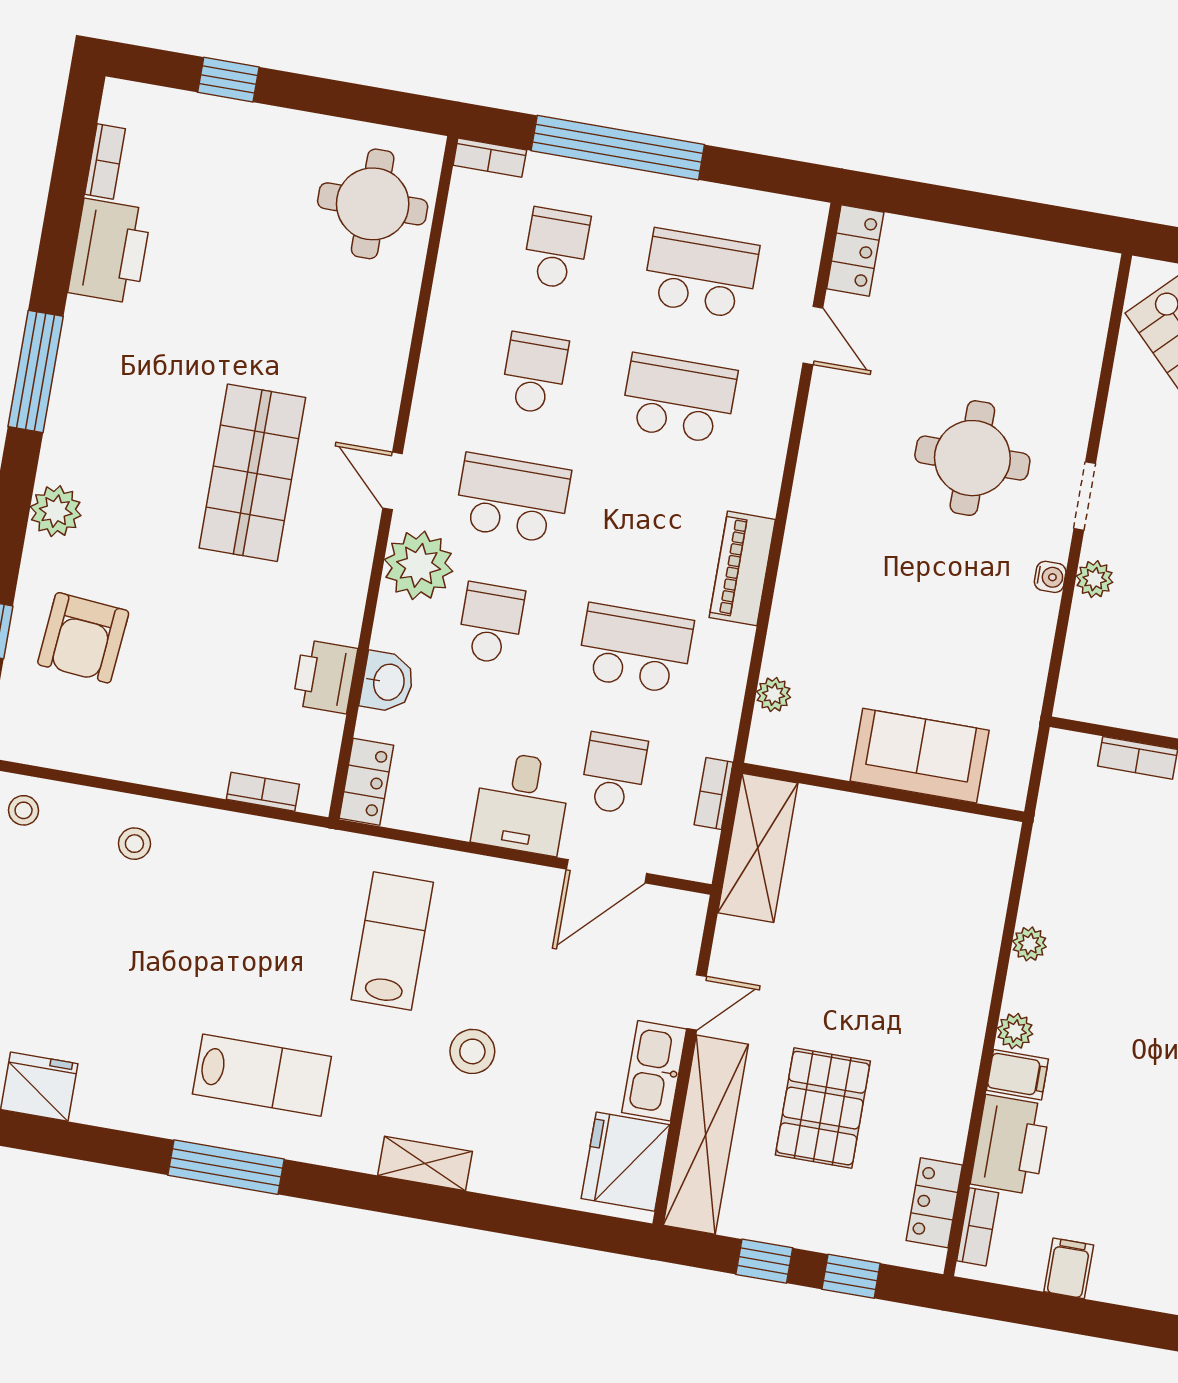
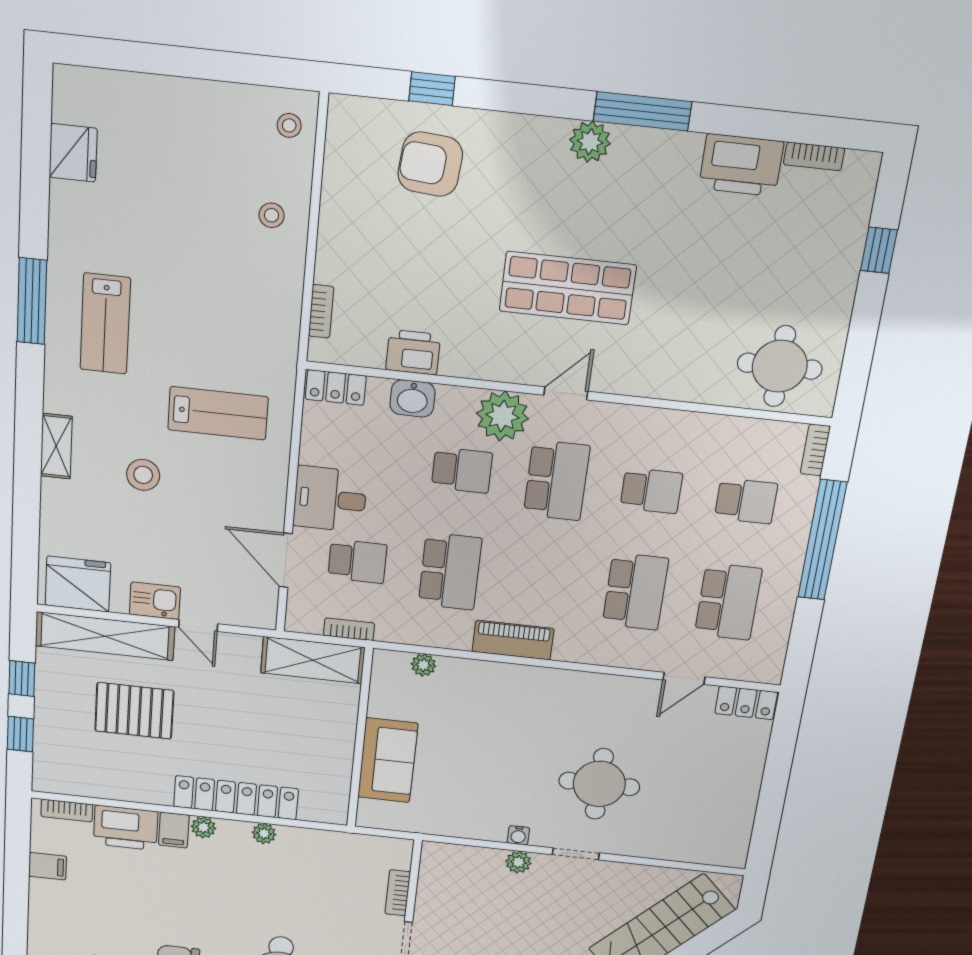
plant: (56, 511) -> (590, 142), moved
kitchen sink: (654, 1071) -> (155, 601), width x0.73
locker: (934, 1203) -> (236, 798), moved, width x2.16, depth x1.21

